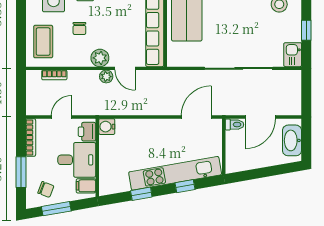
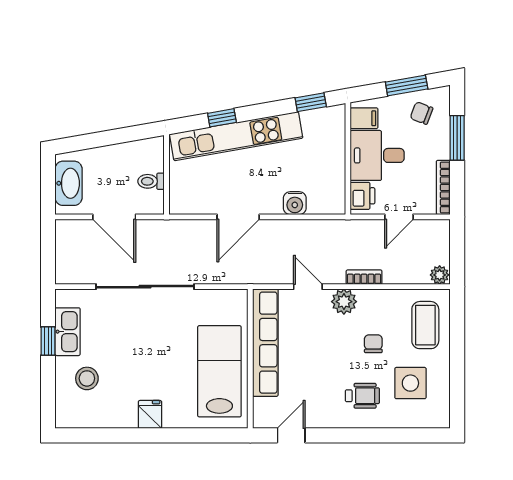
kitchen sink: (293, 55) -> (68, 332), moved, width x1.38
bookcase: (54, 75) -> (364, 277), moved
plant: (106, 77) -> (440, 275), moved
door: (196, 117) -> (238, 217), moved
door: (260, 117) -> (114, 217), swing flipped
toilet: (234, 125) -> (151, 181), moved
water cooler: (107, 127) -> (295, 203), moved, turned 90
window: (141, 194) -> (311, 102), moved

